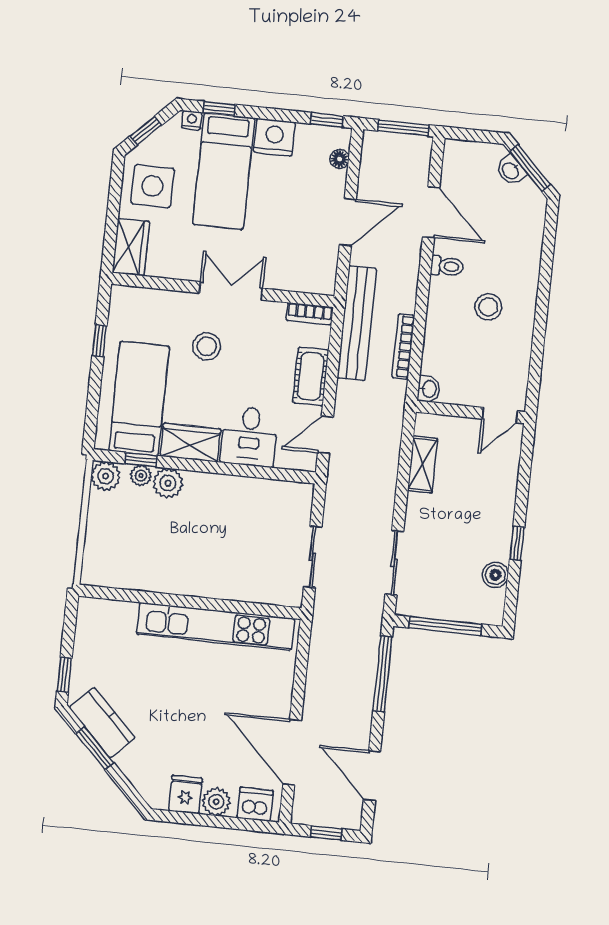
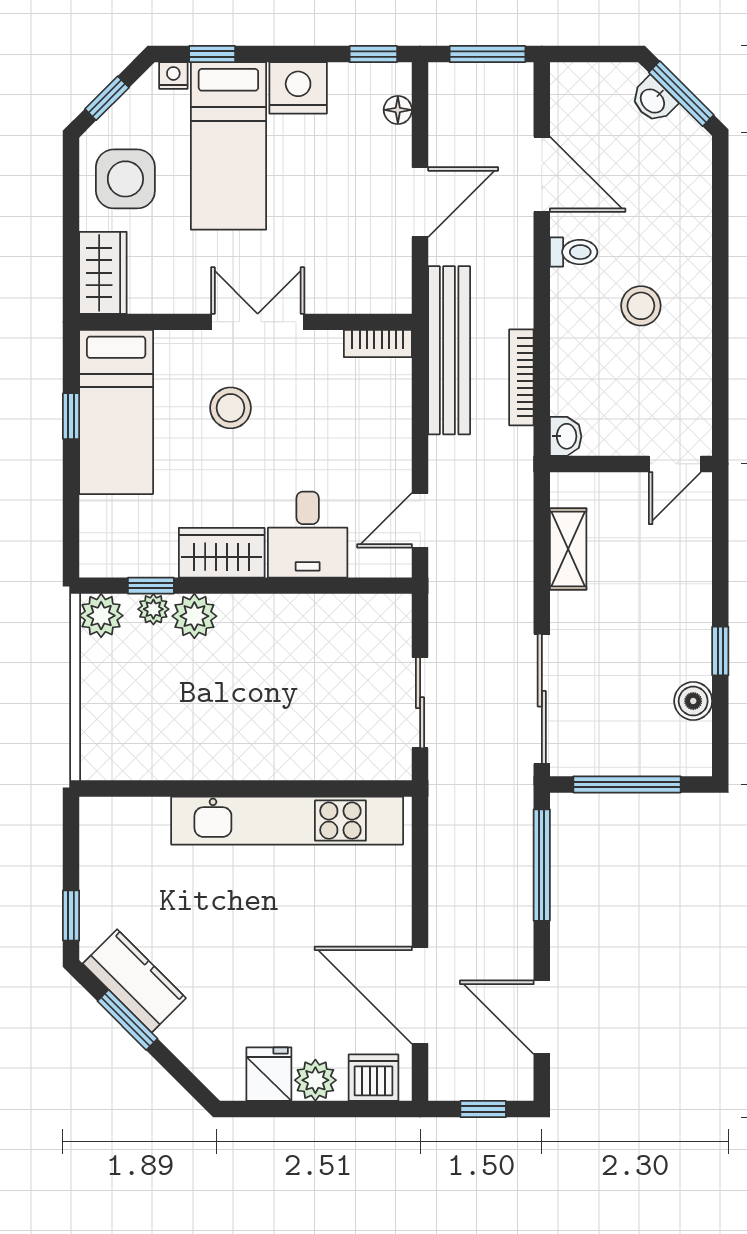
cot: (311, 376) -> (389, 436), removed
bed: (139, 399) -> (116, 412), moved, turned 180
sliding door: (394, 563) -> (542, 699), width x1.37

